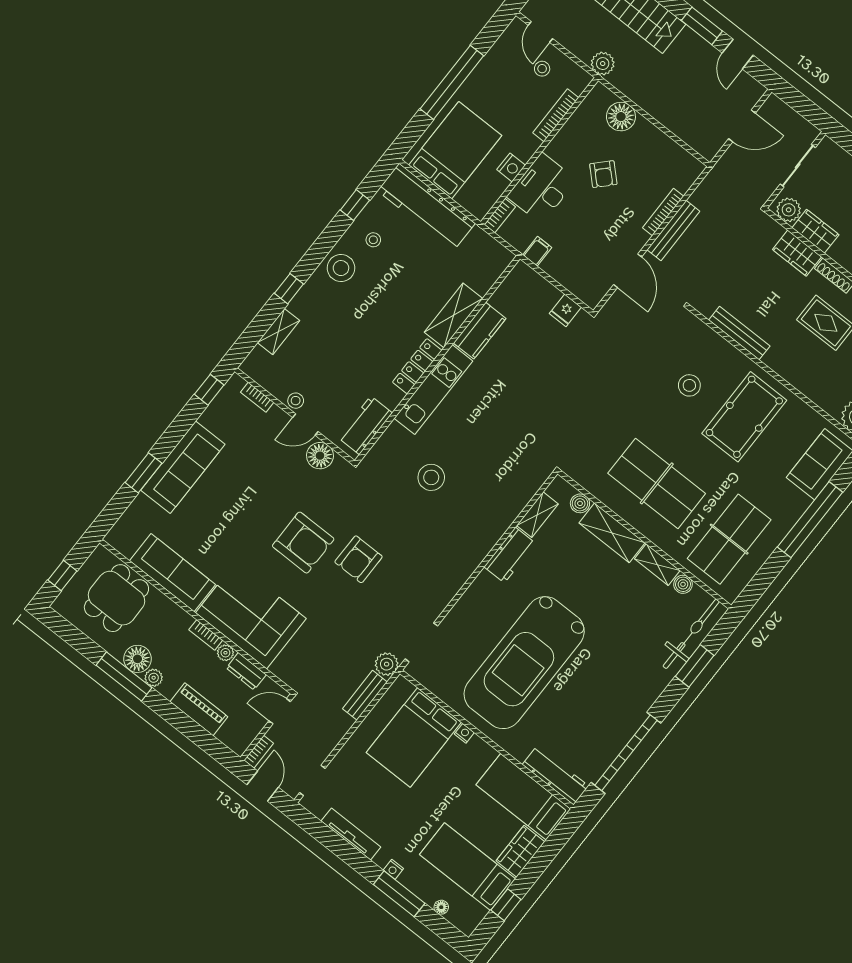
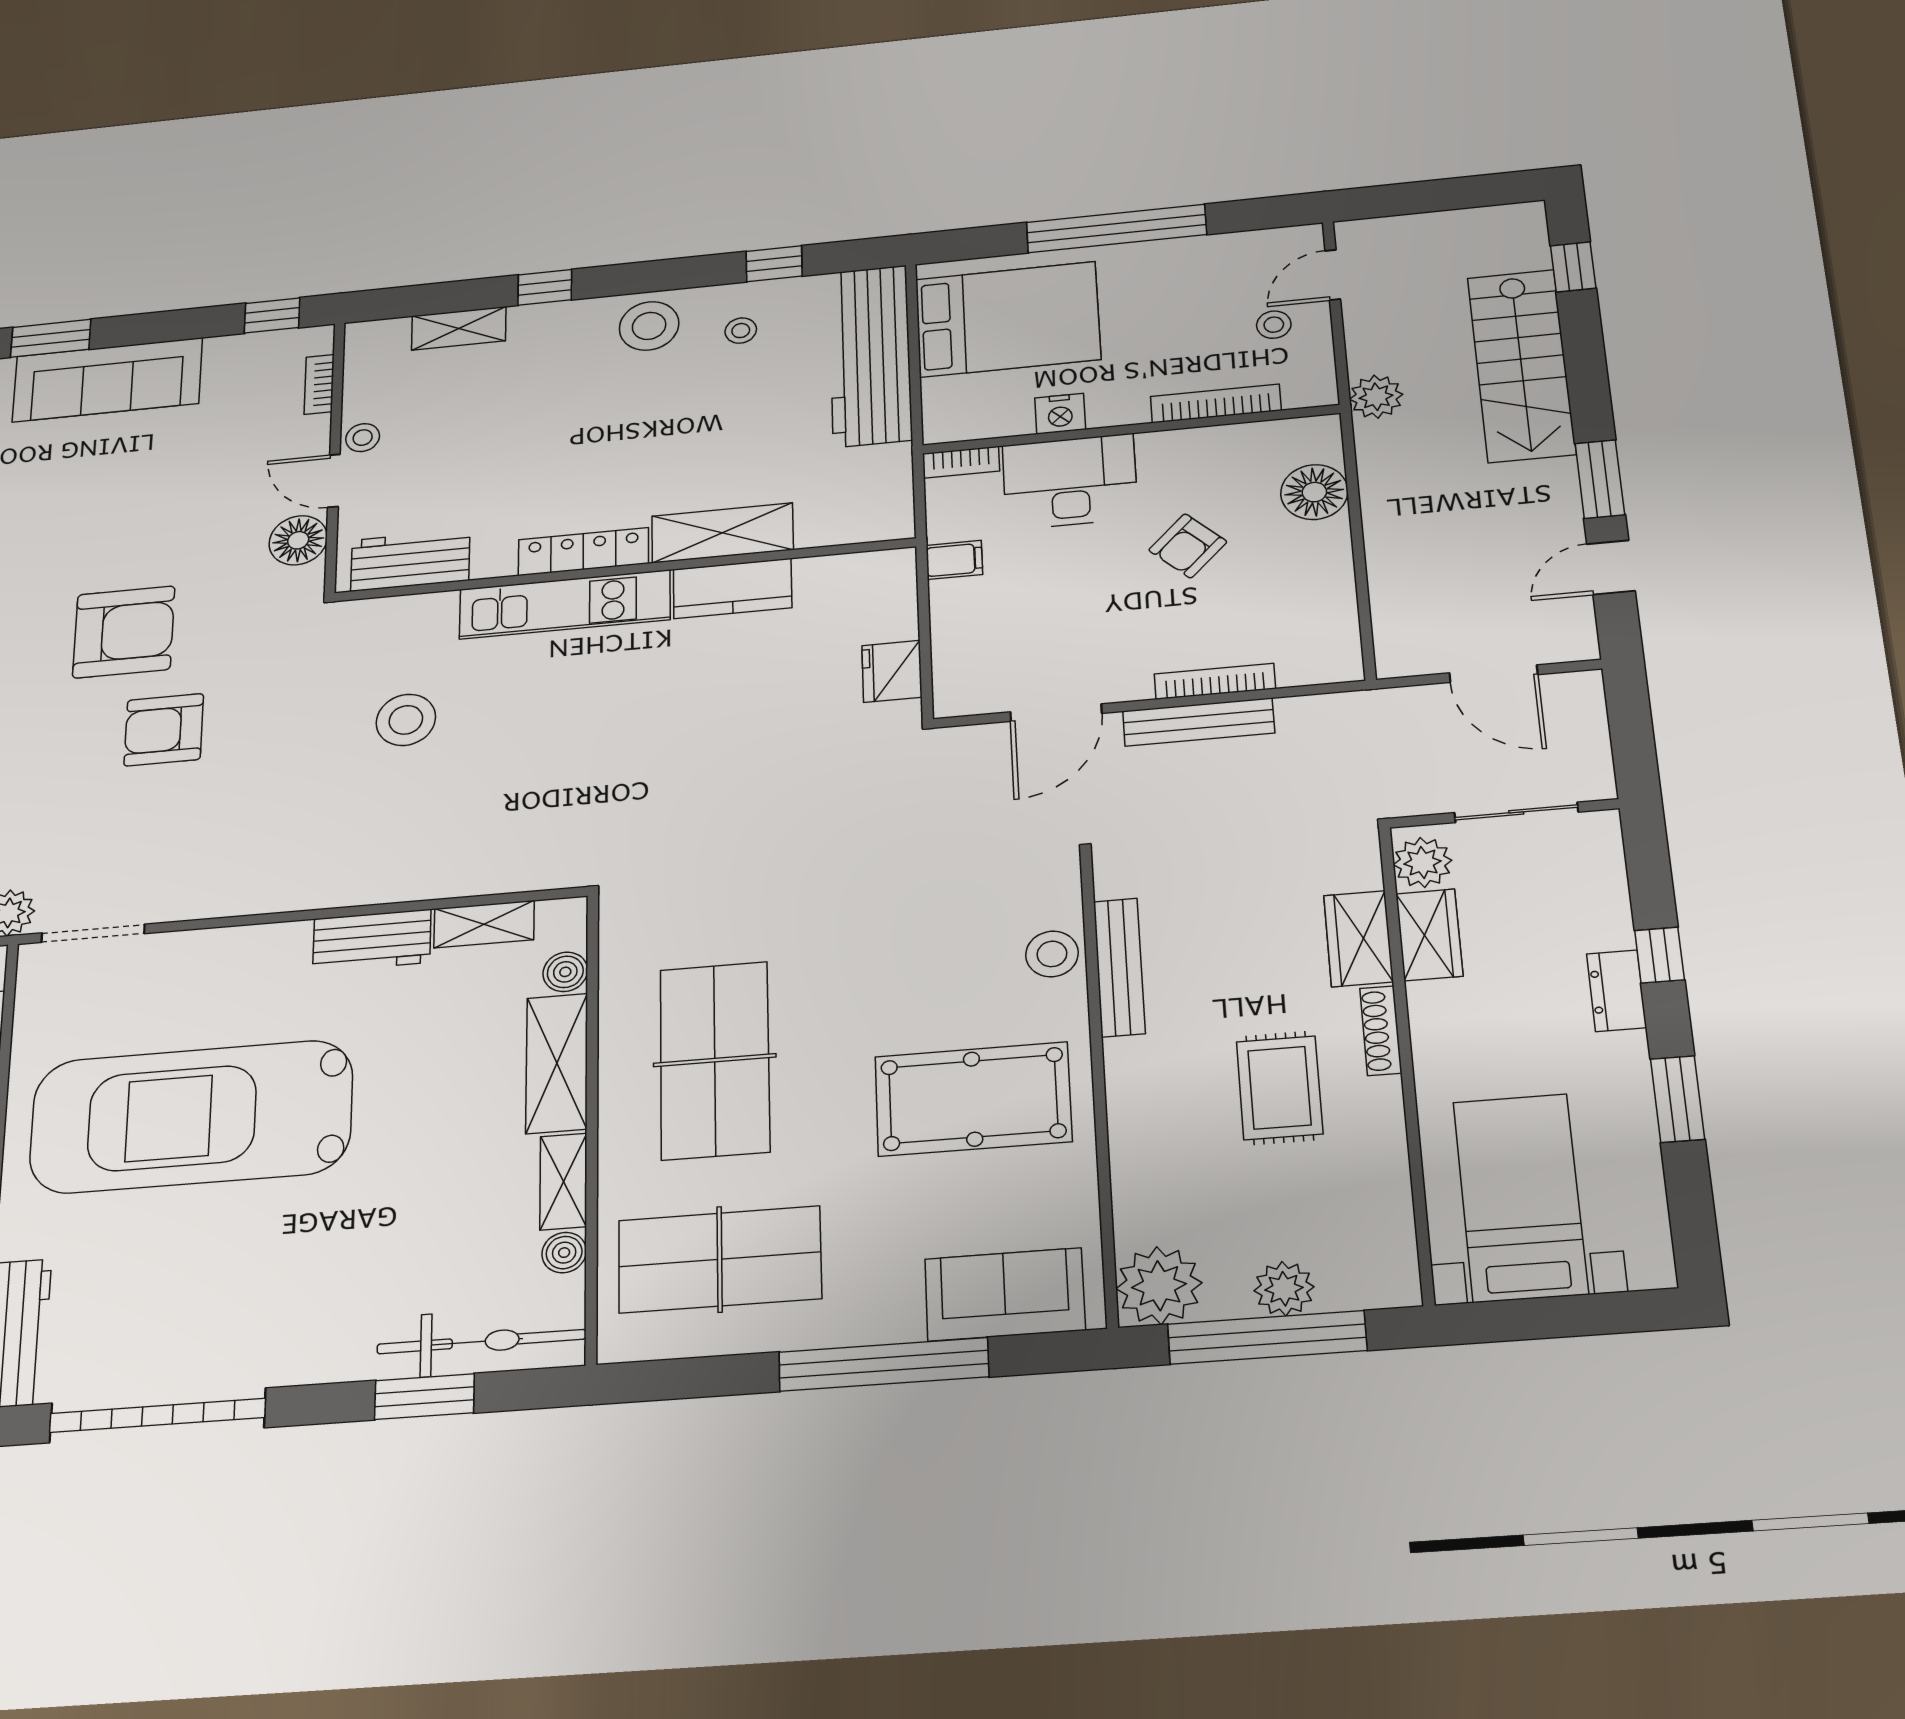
fridge: (565, 310) -> (892, 671), width x1.38
stool: (689, 385) -> (1052, 954), moved
armchair: (303, 543) -> (124, 632), turned -90

